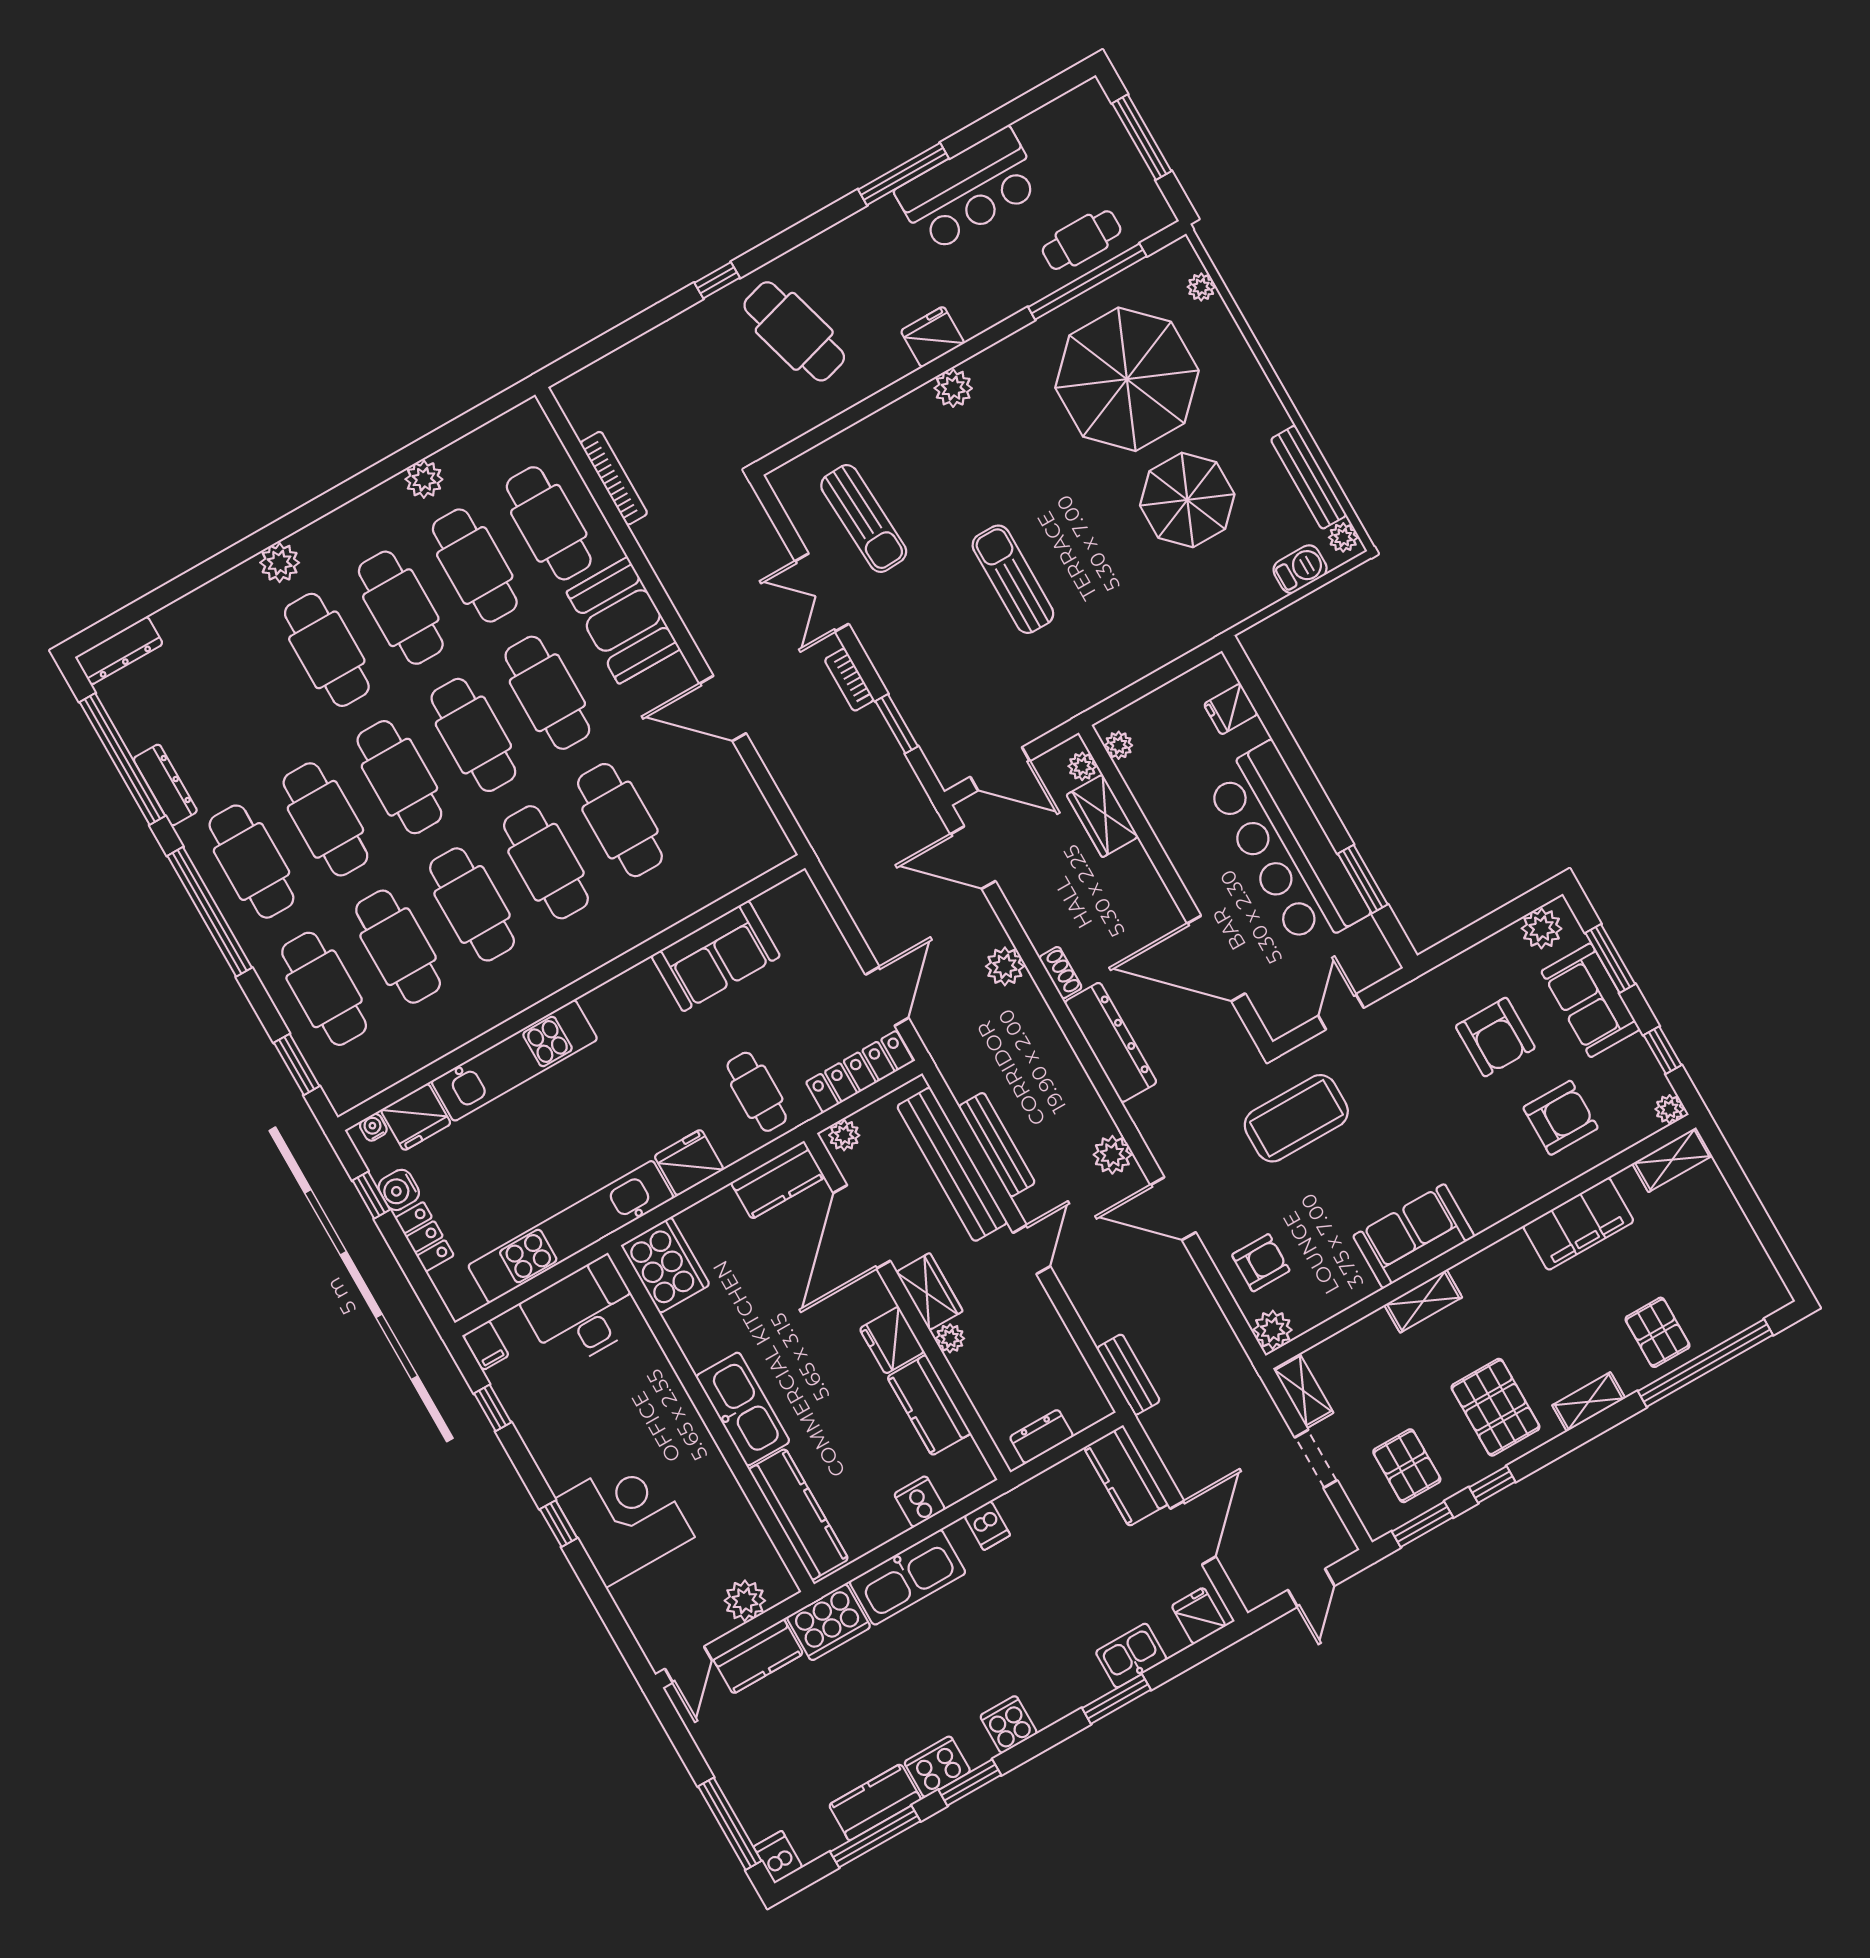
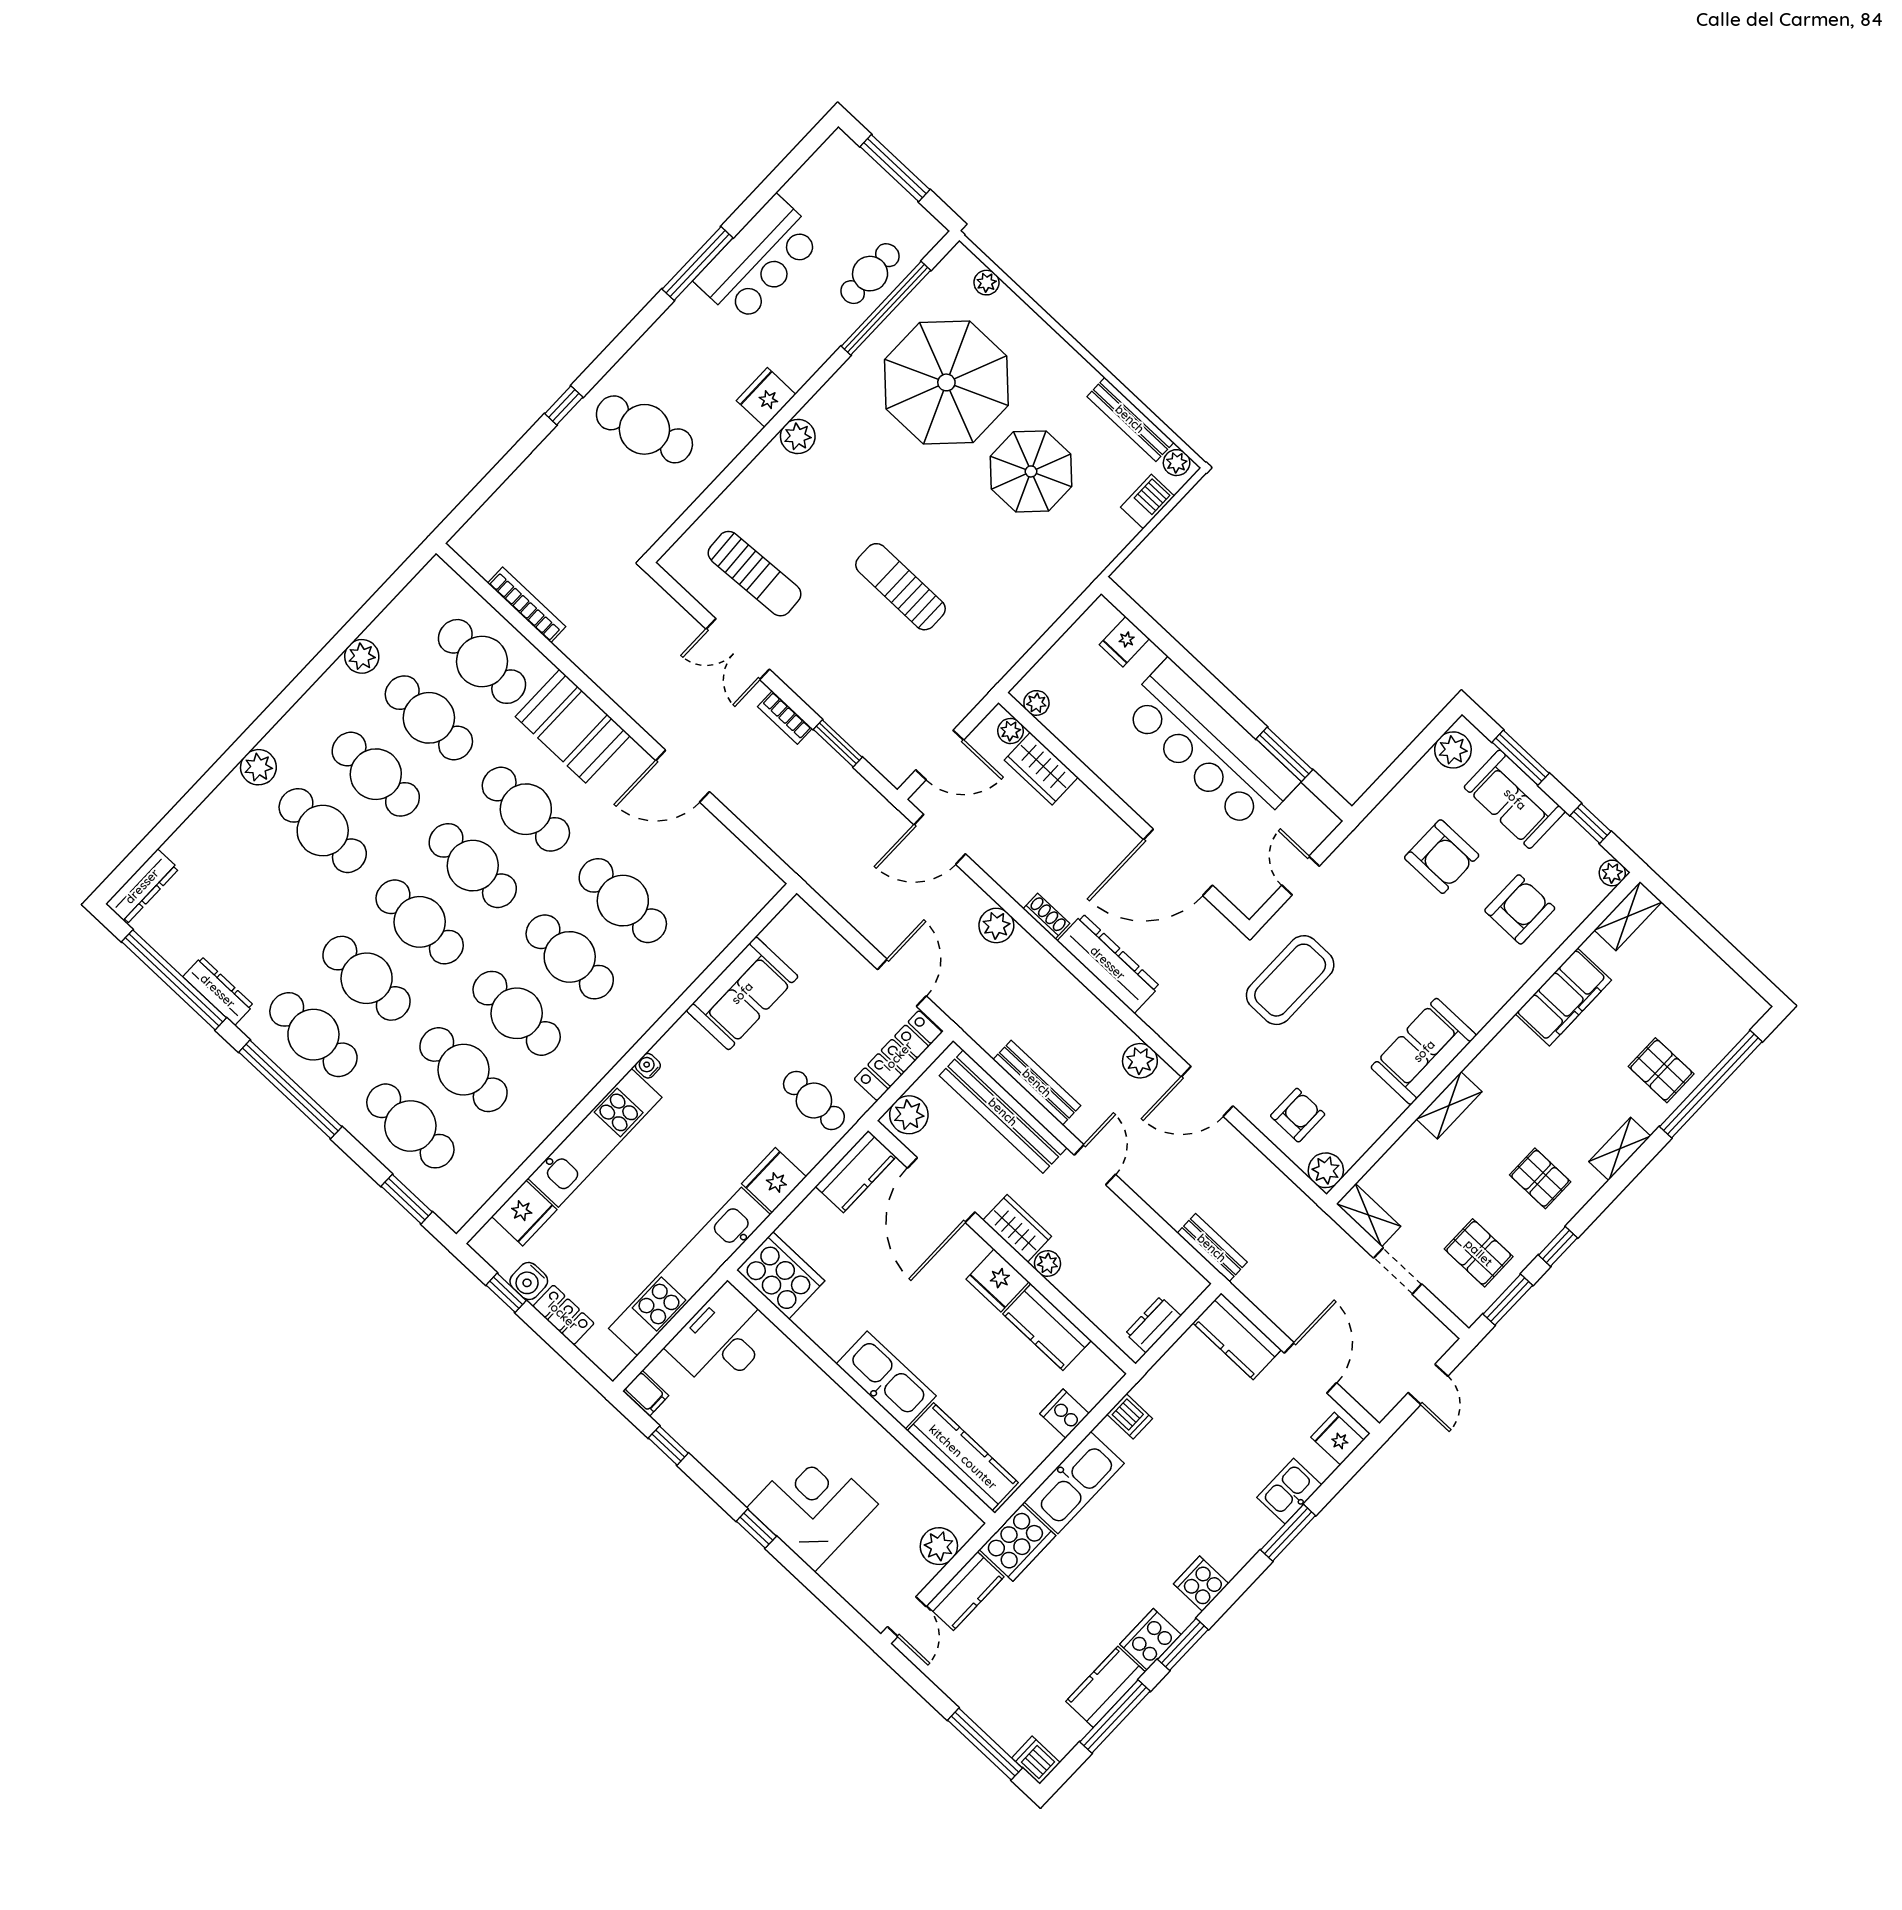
water cooler: (373, 1127) -> (648, 1066), moved
plant: (844, 1135) -> (909, 1115), width x1.38, depth x1.38
pallet: (1495, 1407) -> (1540, 1178), width x0.67, depth x0.71

